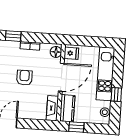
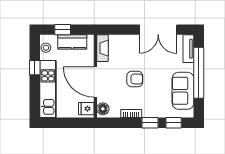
door: (61, 77) -> (95, 82), hinge flipped
armchair: (24, 78) -> (135, 79), turned -90
kitchen counter: (67, 108) -> (72, 42), moved, turned -90
window: (76, 127) -> (63, 30), moved

